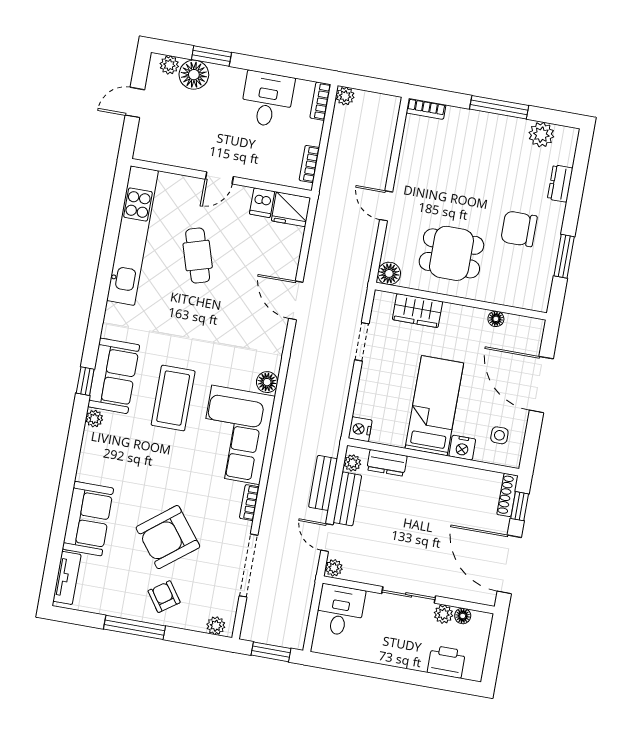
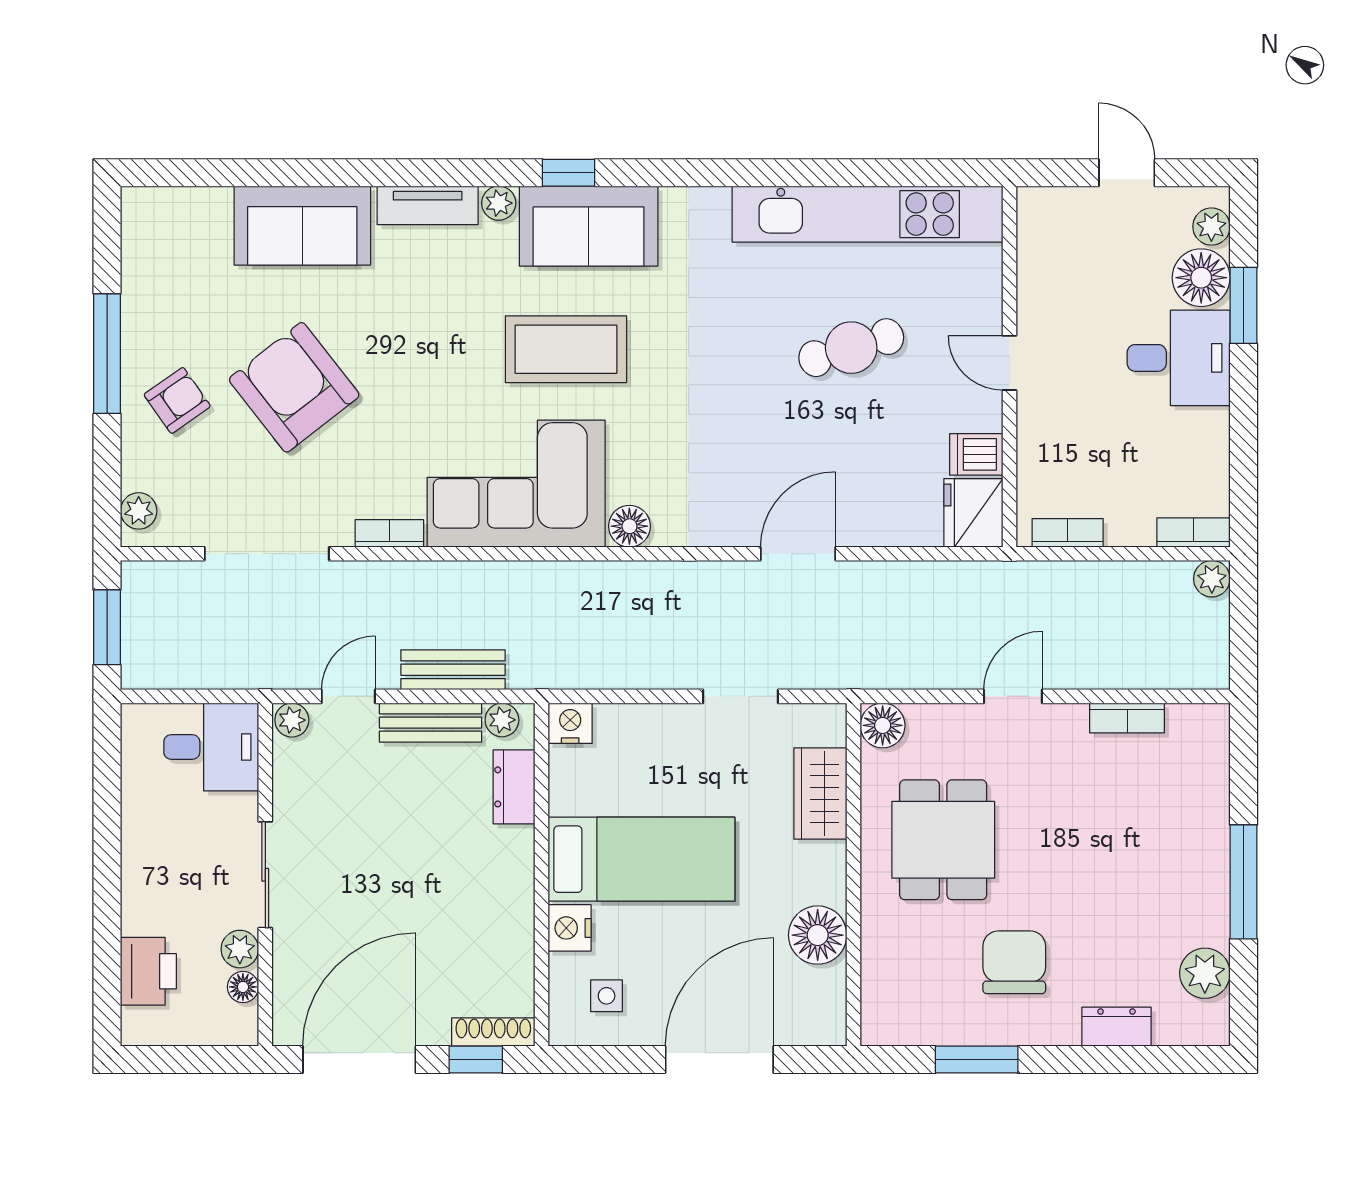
desk: (267, 99) -> (1179, 358), moved
bookcase: (426, 109) -> (1127, 718), moved, turned -90
floor lamp: (496, 319) -> (818, 935), width x1.89, depth x1.89
tv unit: (67, 578) -> (428, 205), moved

